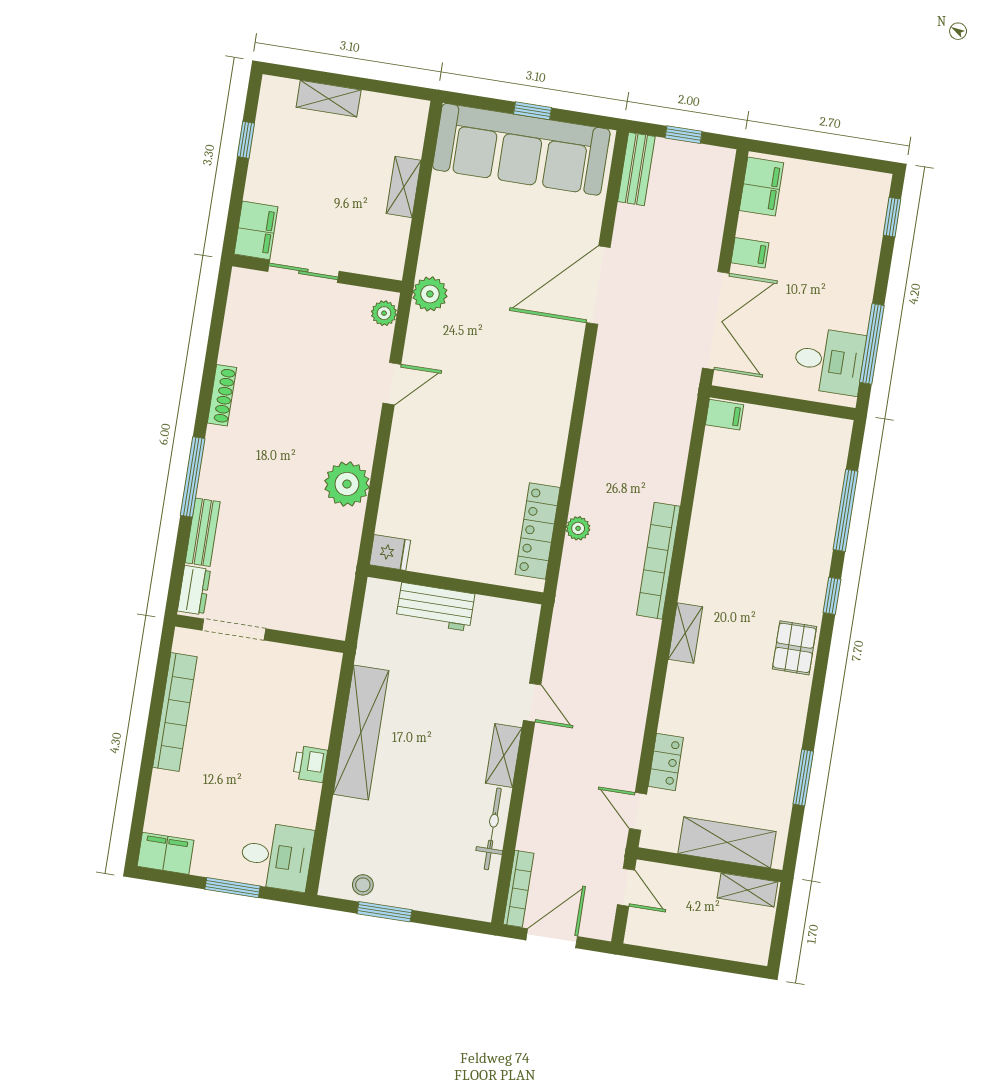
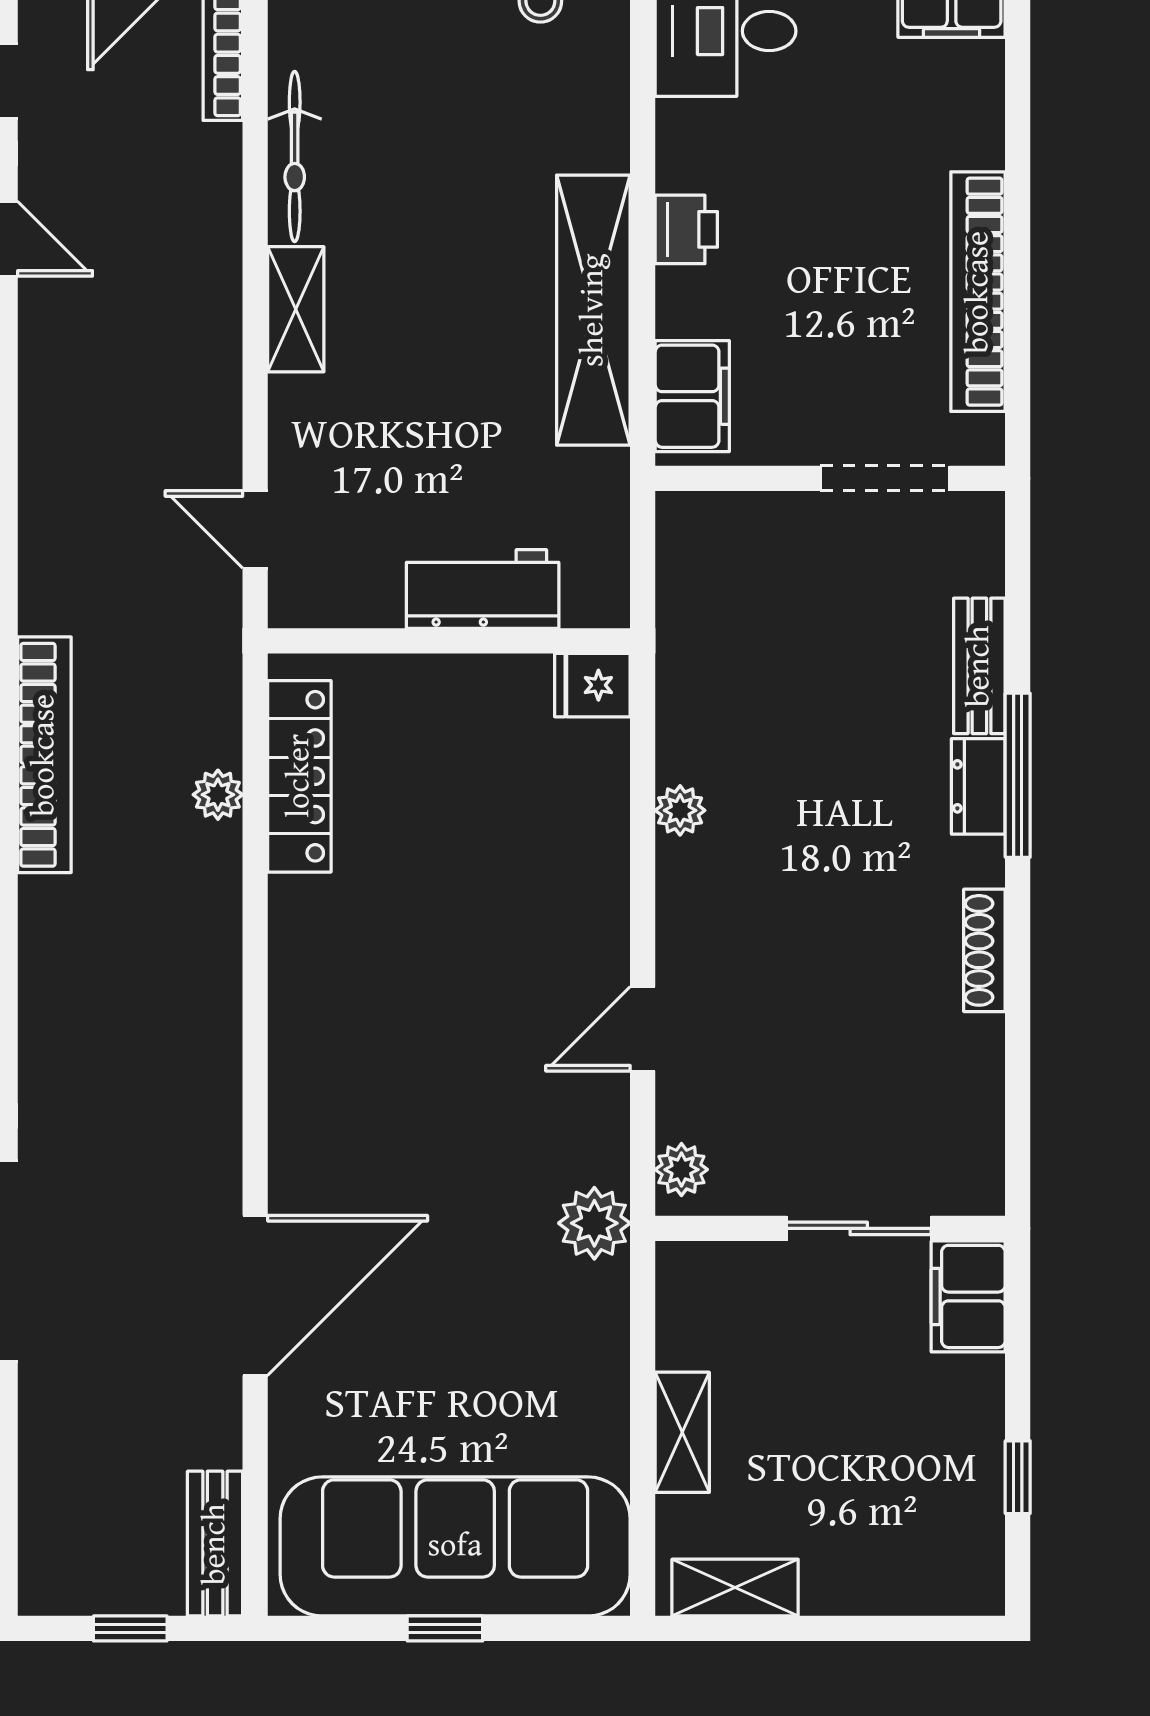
shelving: (329, 99) -> (735, 1588), moved
plant: (347, 484) -> (680, 810), width x0.53, depth x0.53
dresser: (194, 590) -> (978, 786), moved
filing cabinet: (320, 684) -> (692, 396), added
door: (532, 703) -> (255, 529), moved

